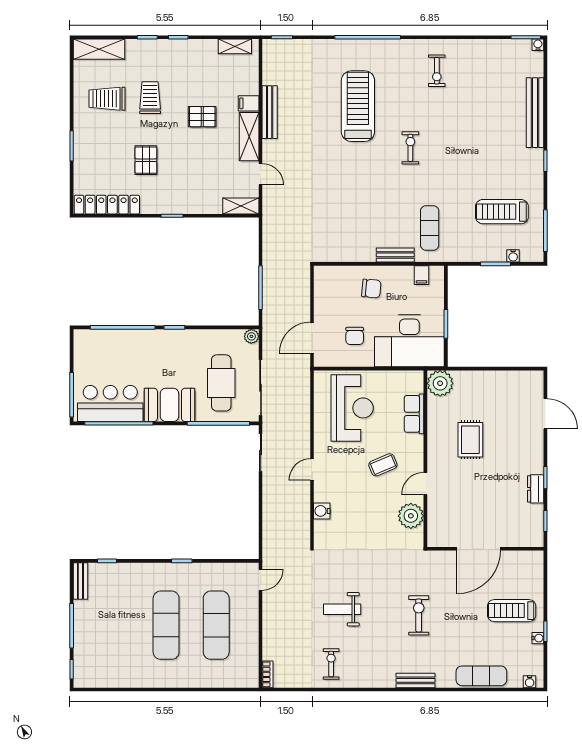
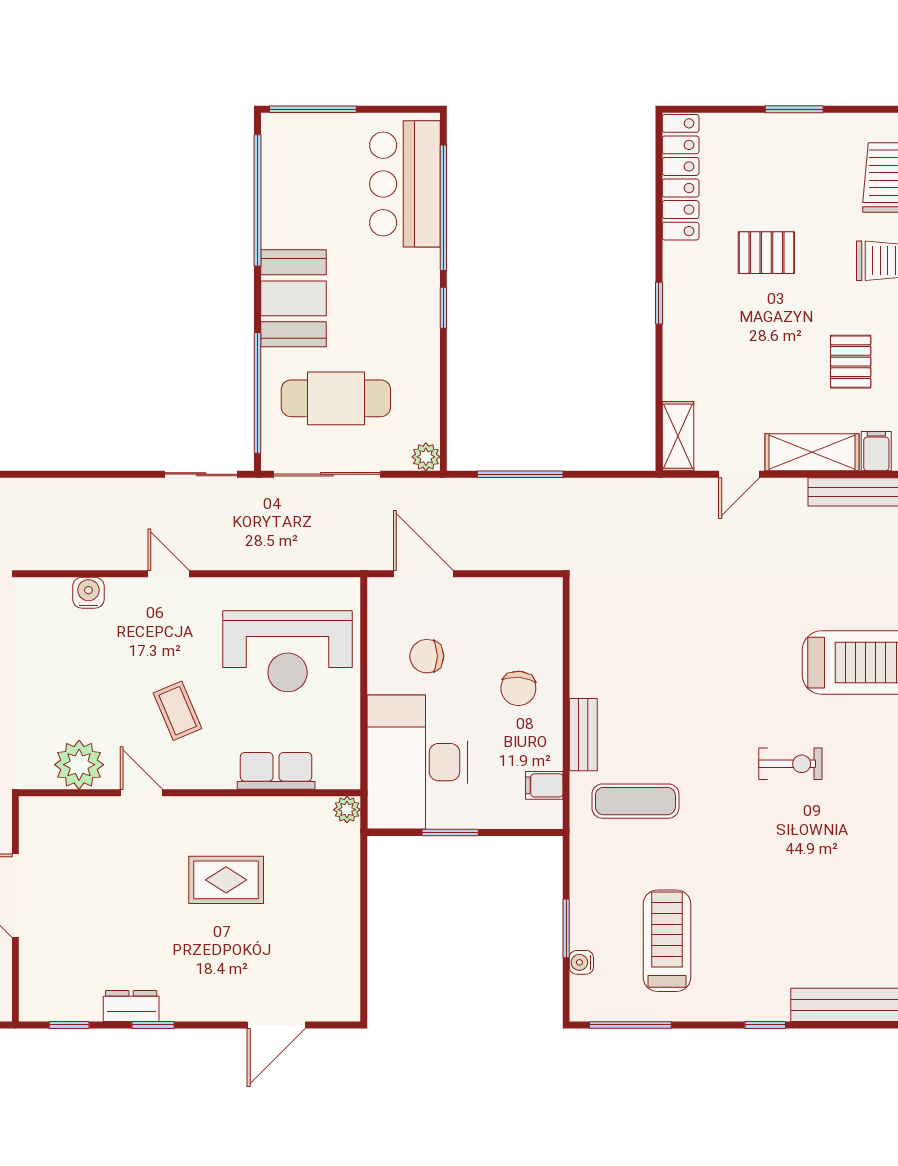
plant: (440, 383) -> (347, 810), width x0.53, depth x0.53
bar counter: (110, 404) -> (405, 184), moved, turned 180

